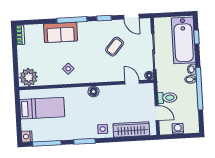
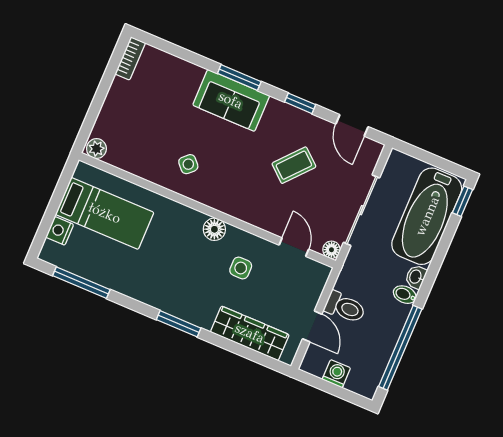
window: (72, 20) -> (239, 77), width x0.69
sofa: (61, 32) -> (231, 100), moved
window: (197, 37) -> (462, 201), moved
plant: (29, 77) -> (96, 149), width x0.53, depth x0.53
window: (199, 89) -> (400, 348), moved
side table: (103, 129) -> (241, 268), moved
nightstand: (27, 137) -> (60, 231), moved
window: (84, 141) -> (179, 324), moved

